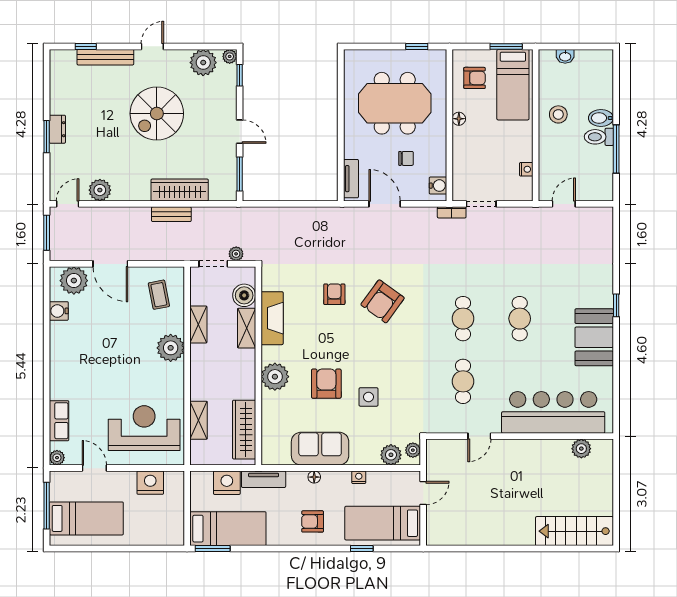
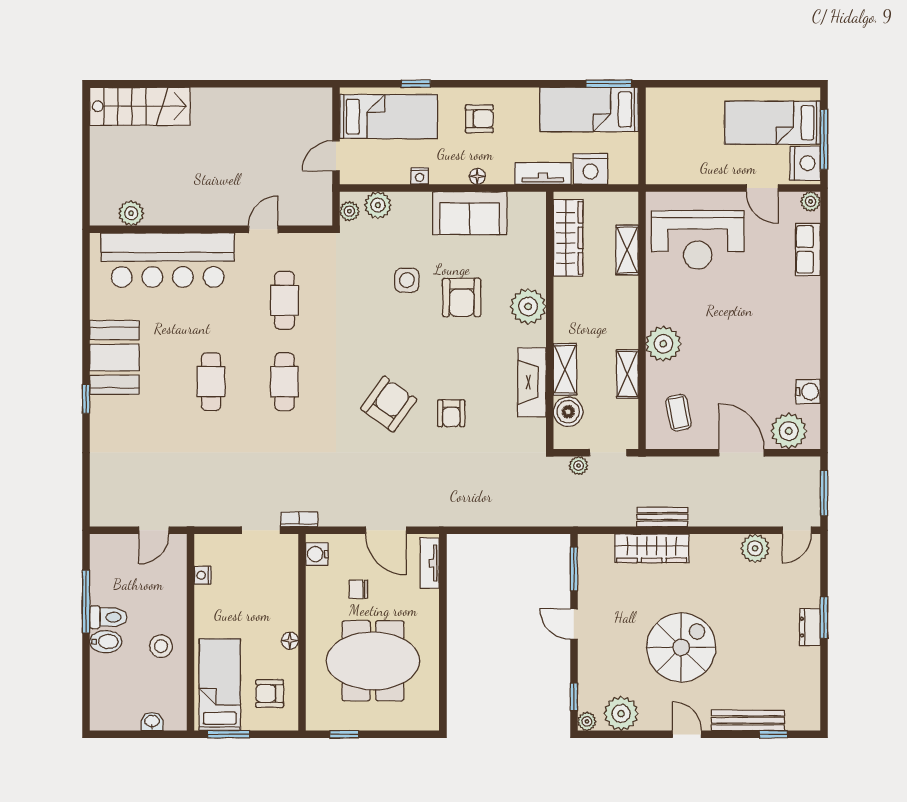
door: (152, 46) -> (687, 734), swing flipped
nightstand: (150, 483) -> (805, 163), moved, turned -90

